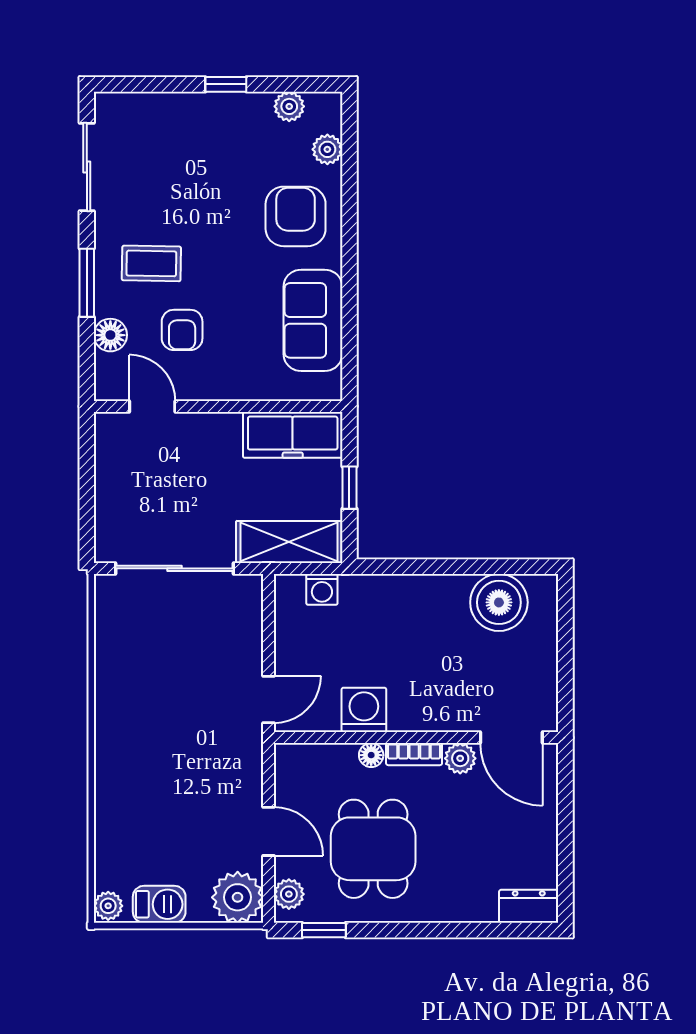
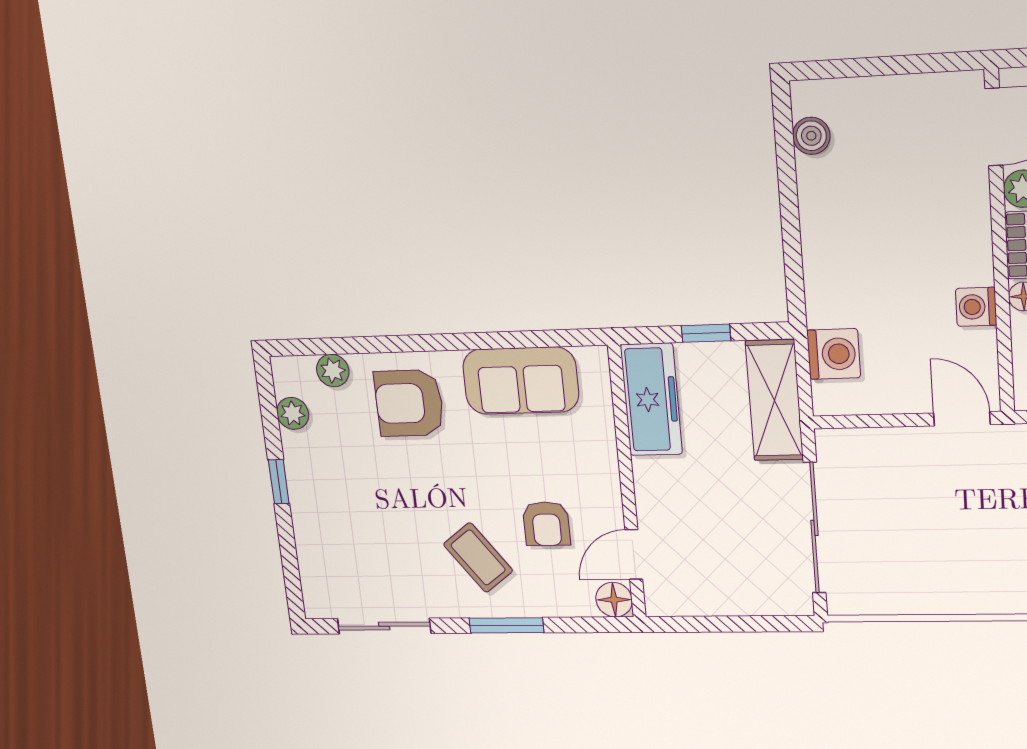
coffee table: (151, 263) -> (478, 557), turned -38
armchair: (182, 330) -> (546, 524), turned 90
floor lamp: (110, 335) -> (614, 600), moved
washing machine: (322, 589) -> (834, 354), width x1.38, depth x1.38
boiler: (499, 602) -> (811, 136), width x0.54, depth x0.54
washing machine: (364, 710) -> (976, 307), width x0.73, depth x0.73

